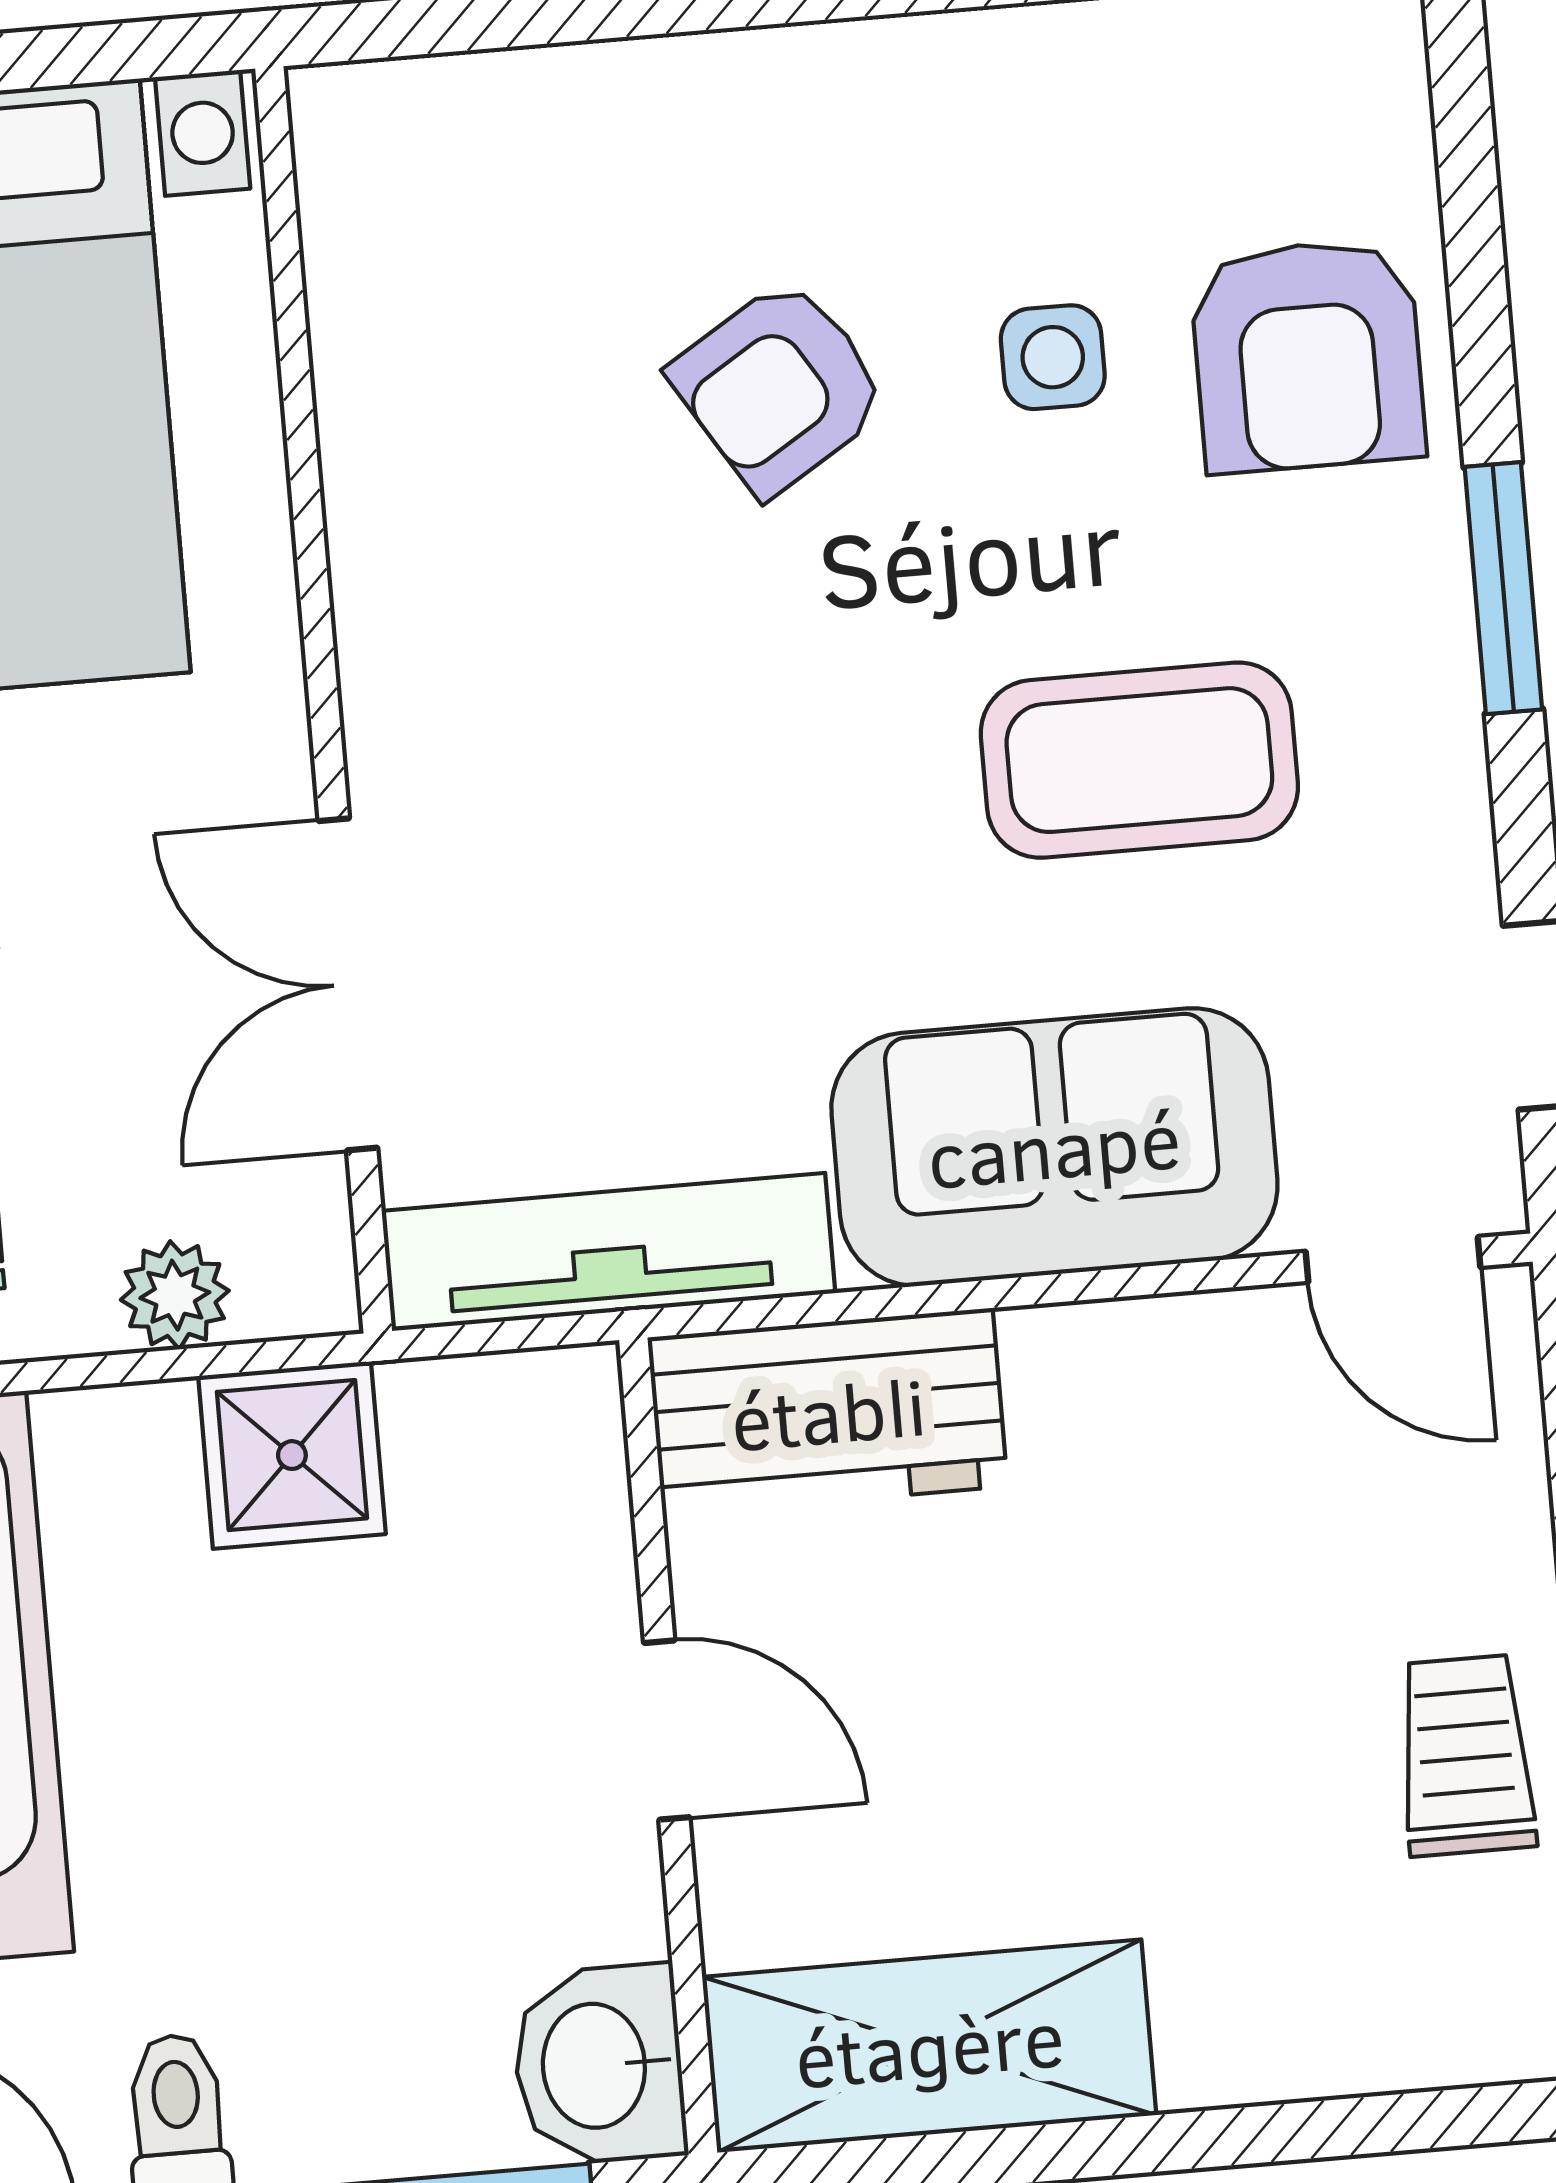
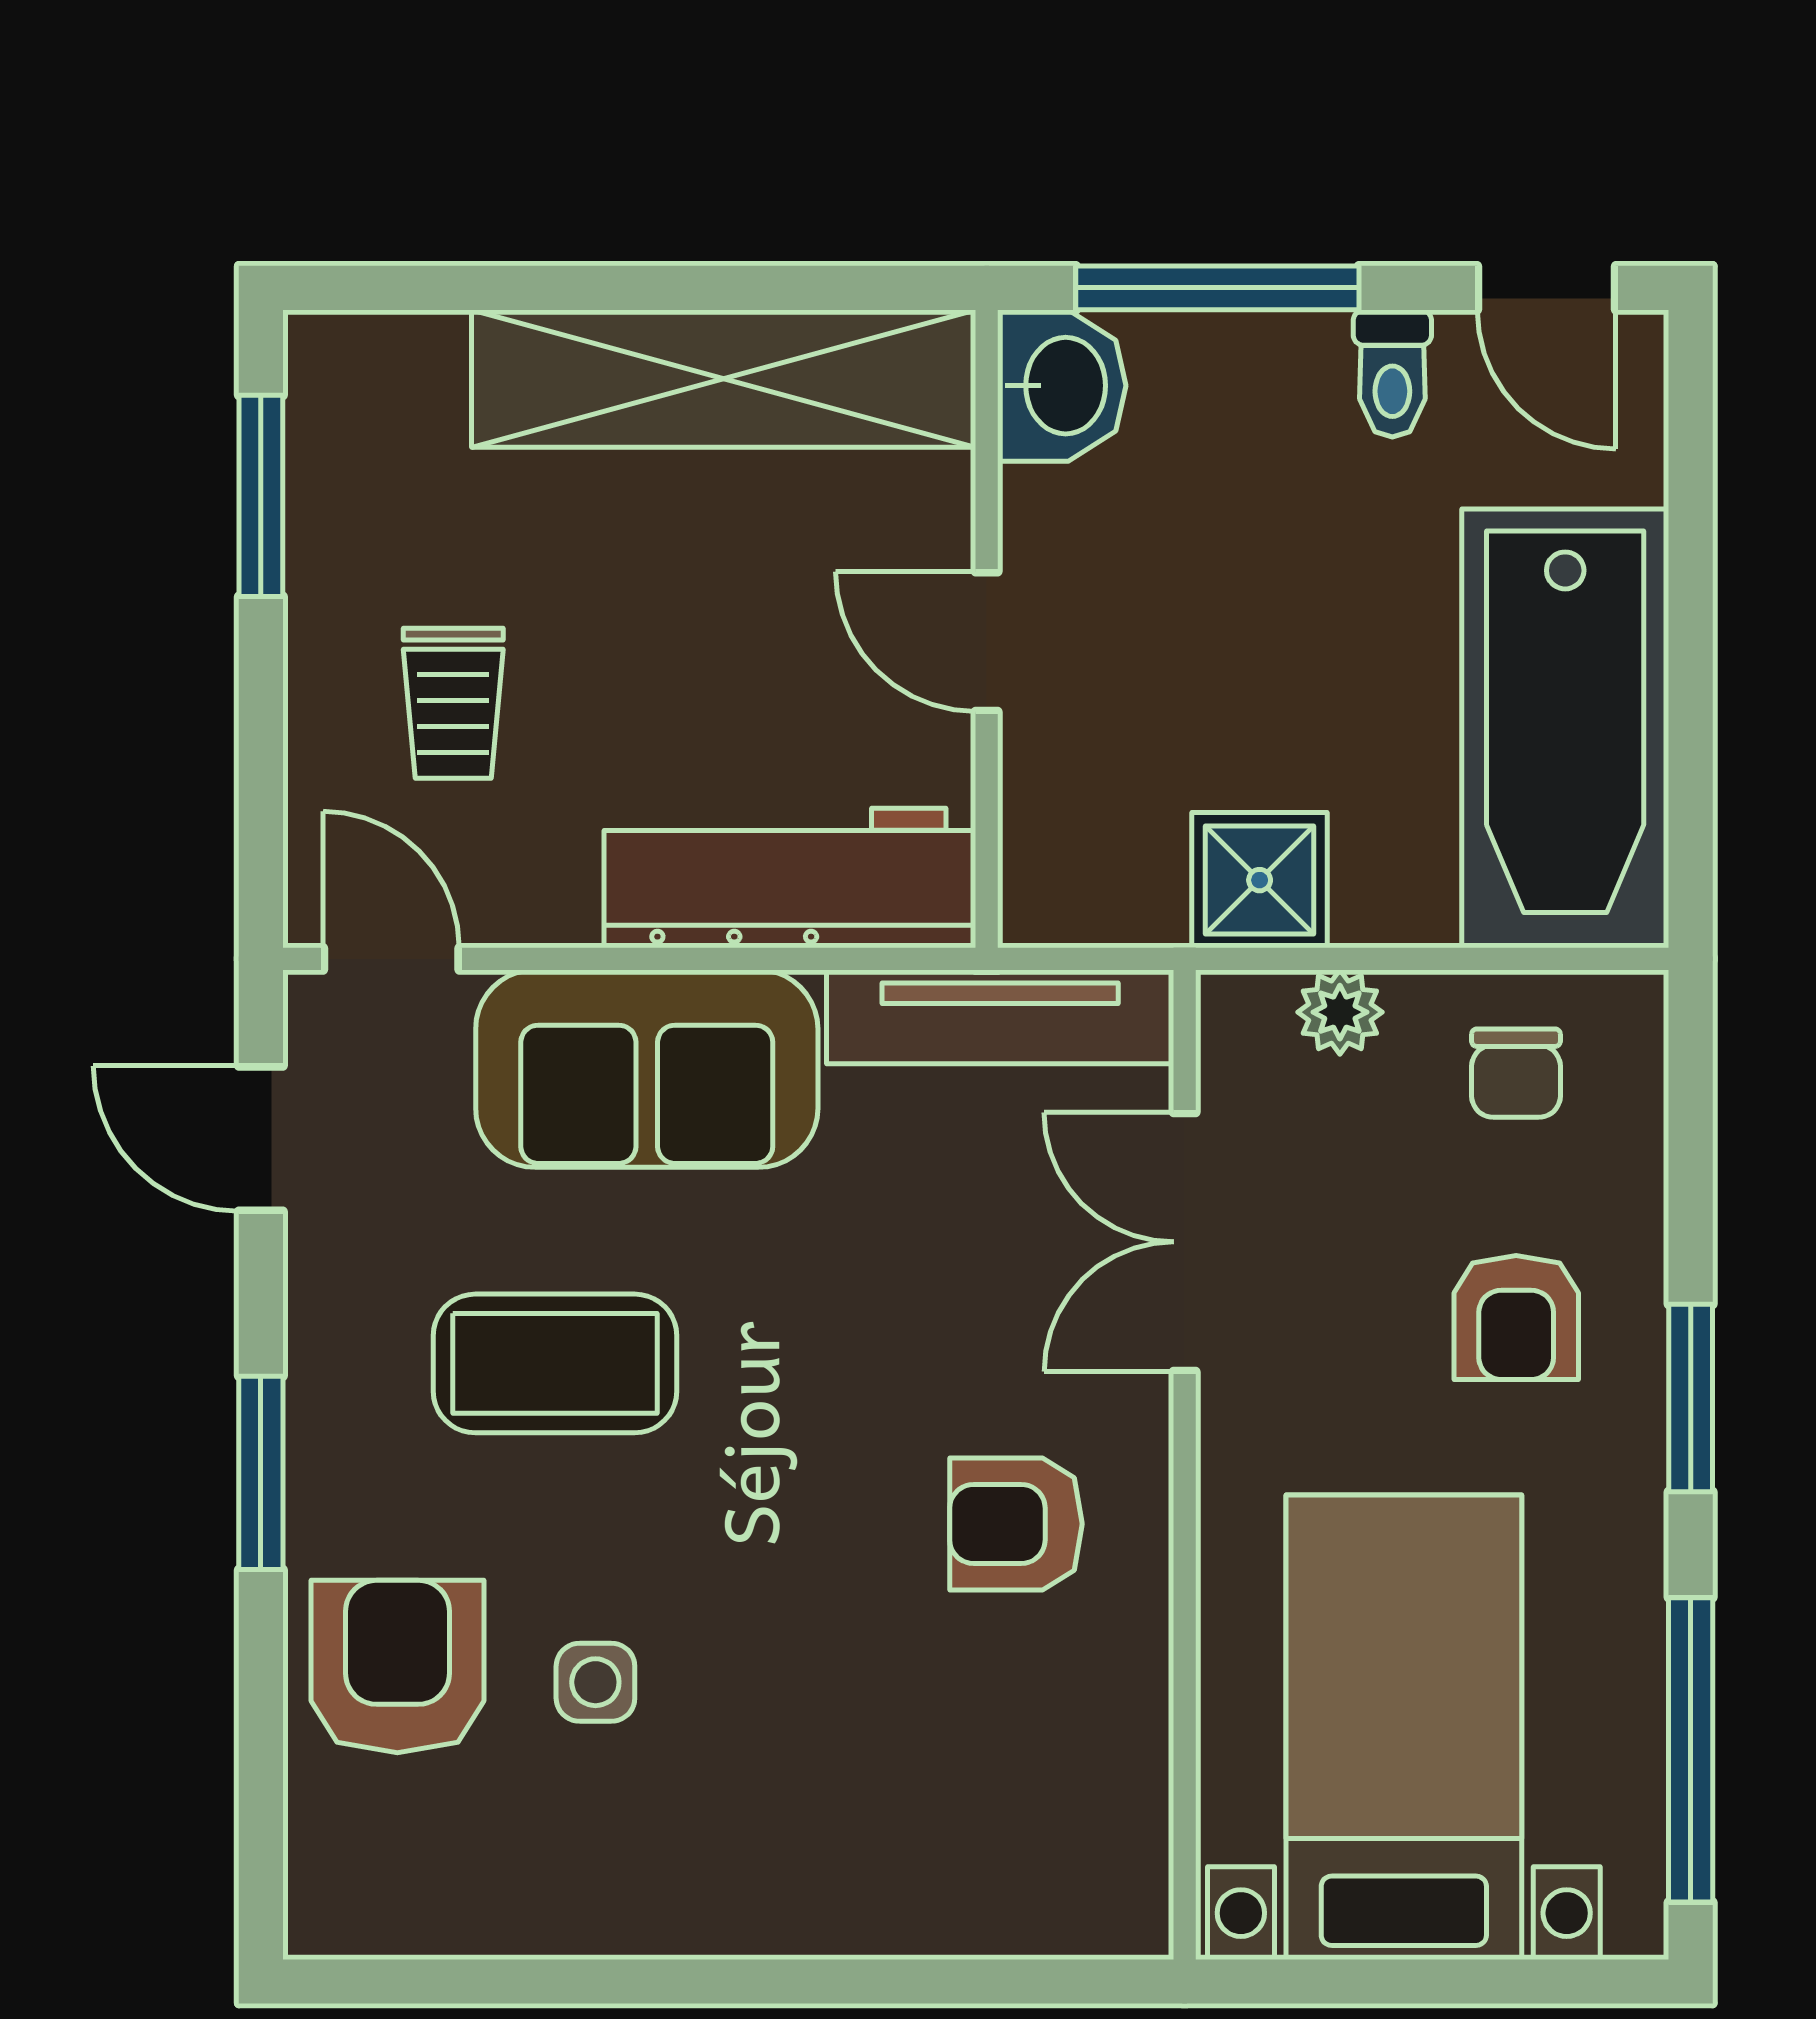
armchair: (779, 387) -> (1016, 1524), moved, turned -148
double door: (348, 984) -> (1185, 1242), swing flipped
workbench: (828, 1412) -> (790, 878), width x1.38
trolley: (1466, 1755) -> (453, 703), moved
shelving: (929, 2046) -> (724, 379), width x1.47

